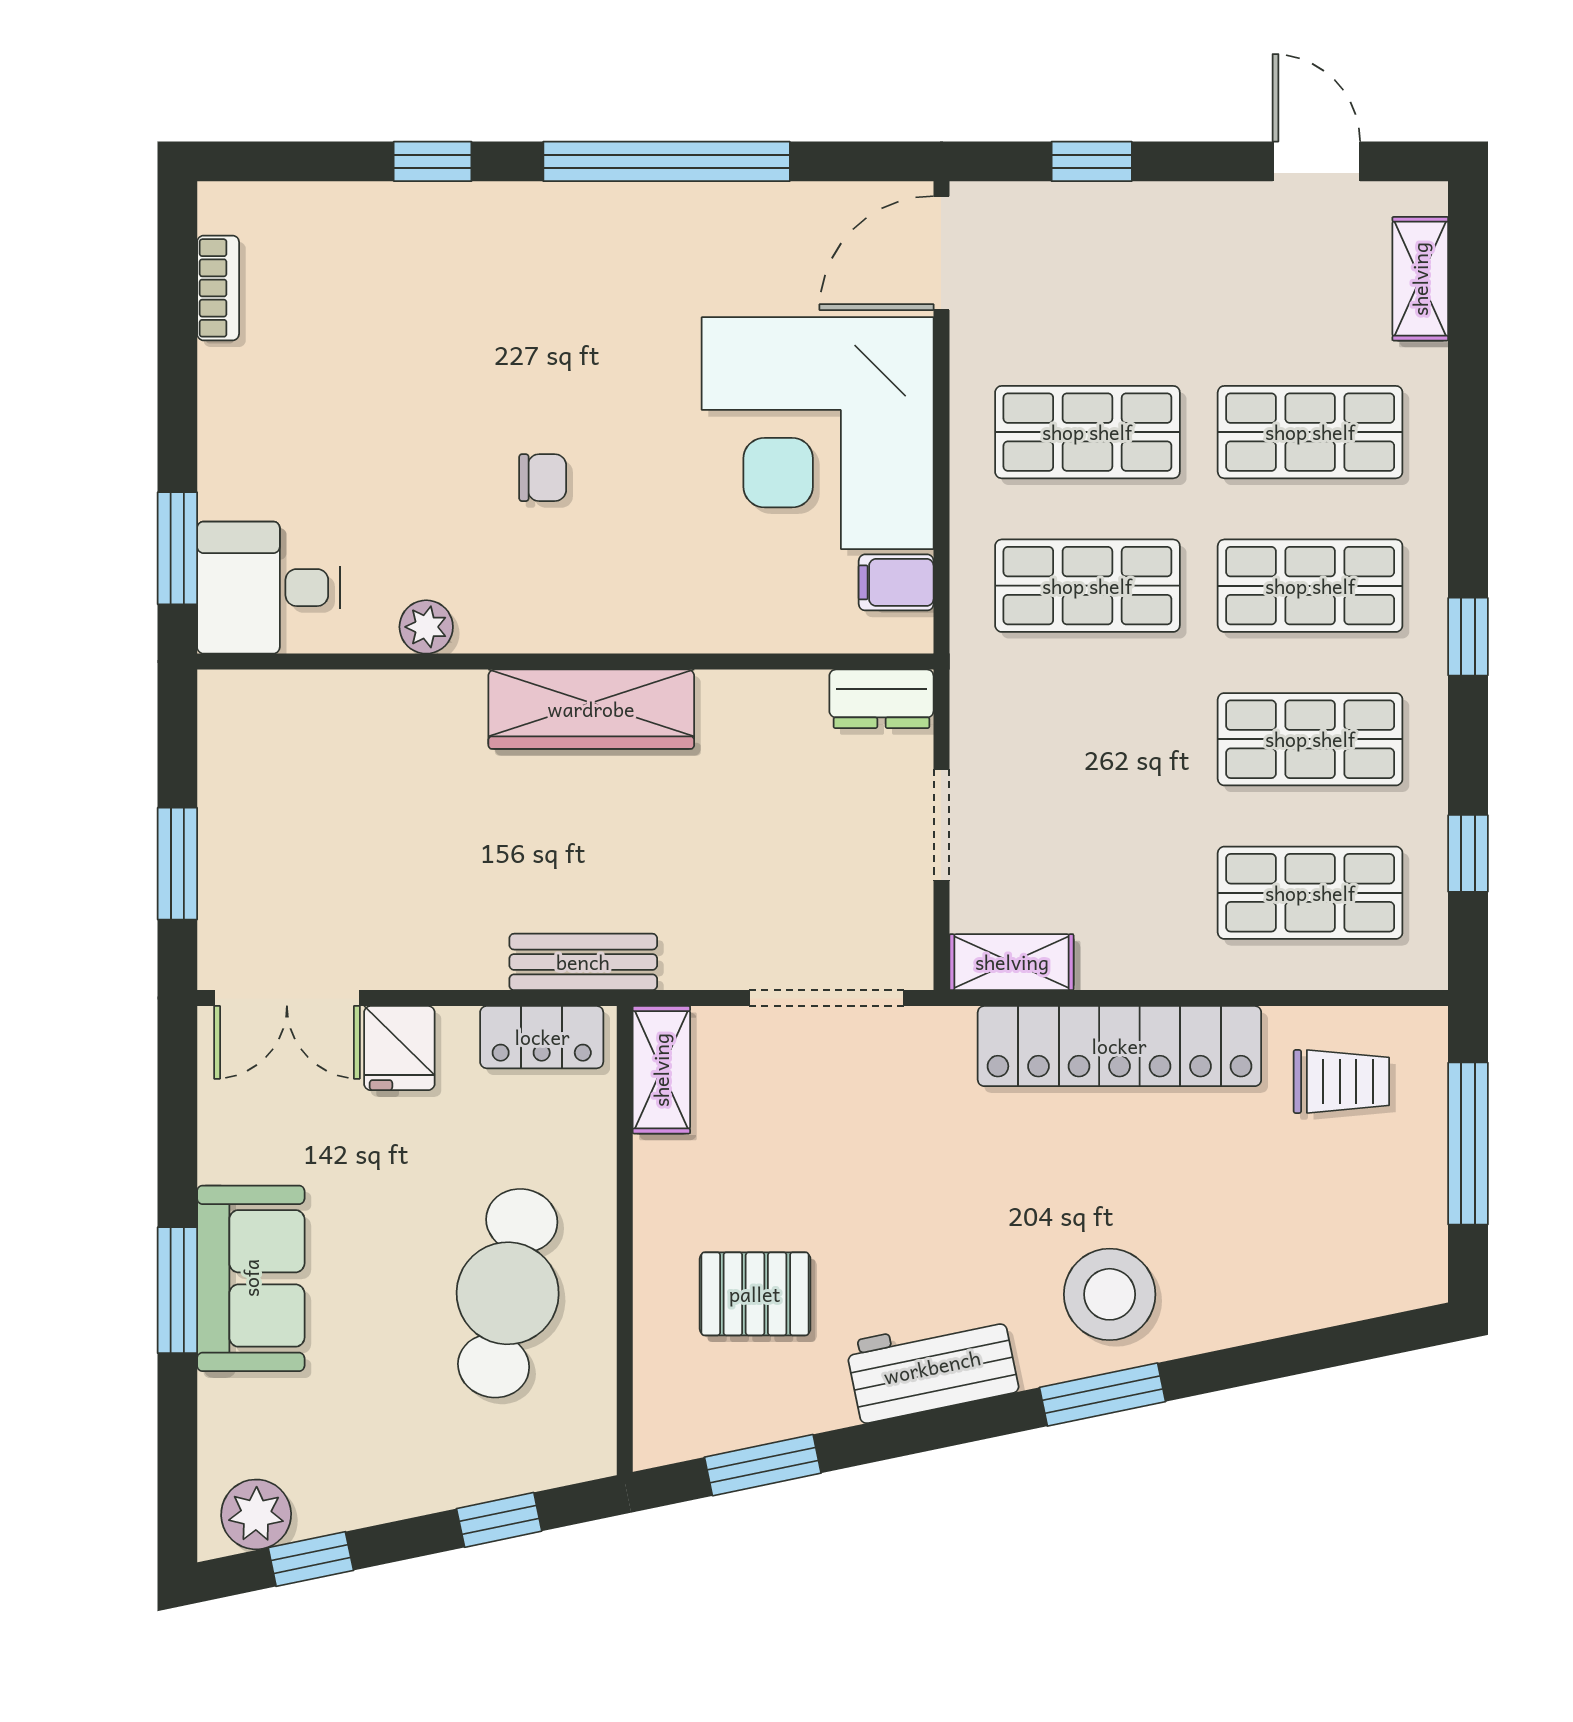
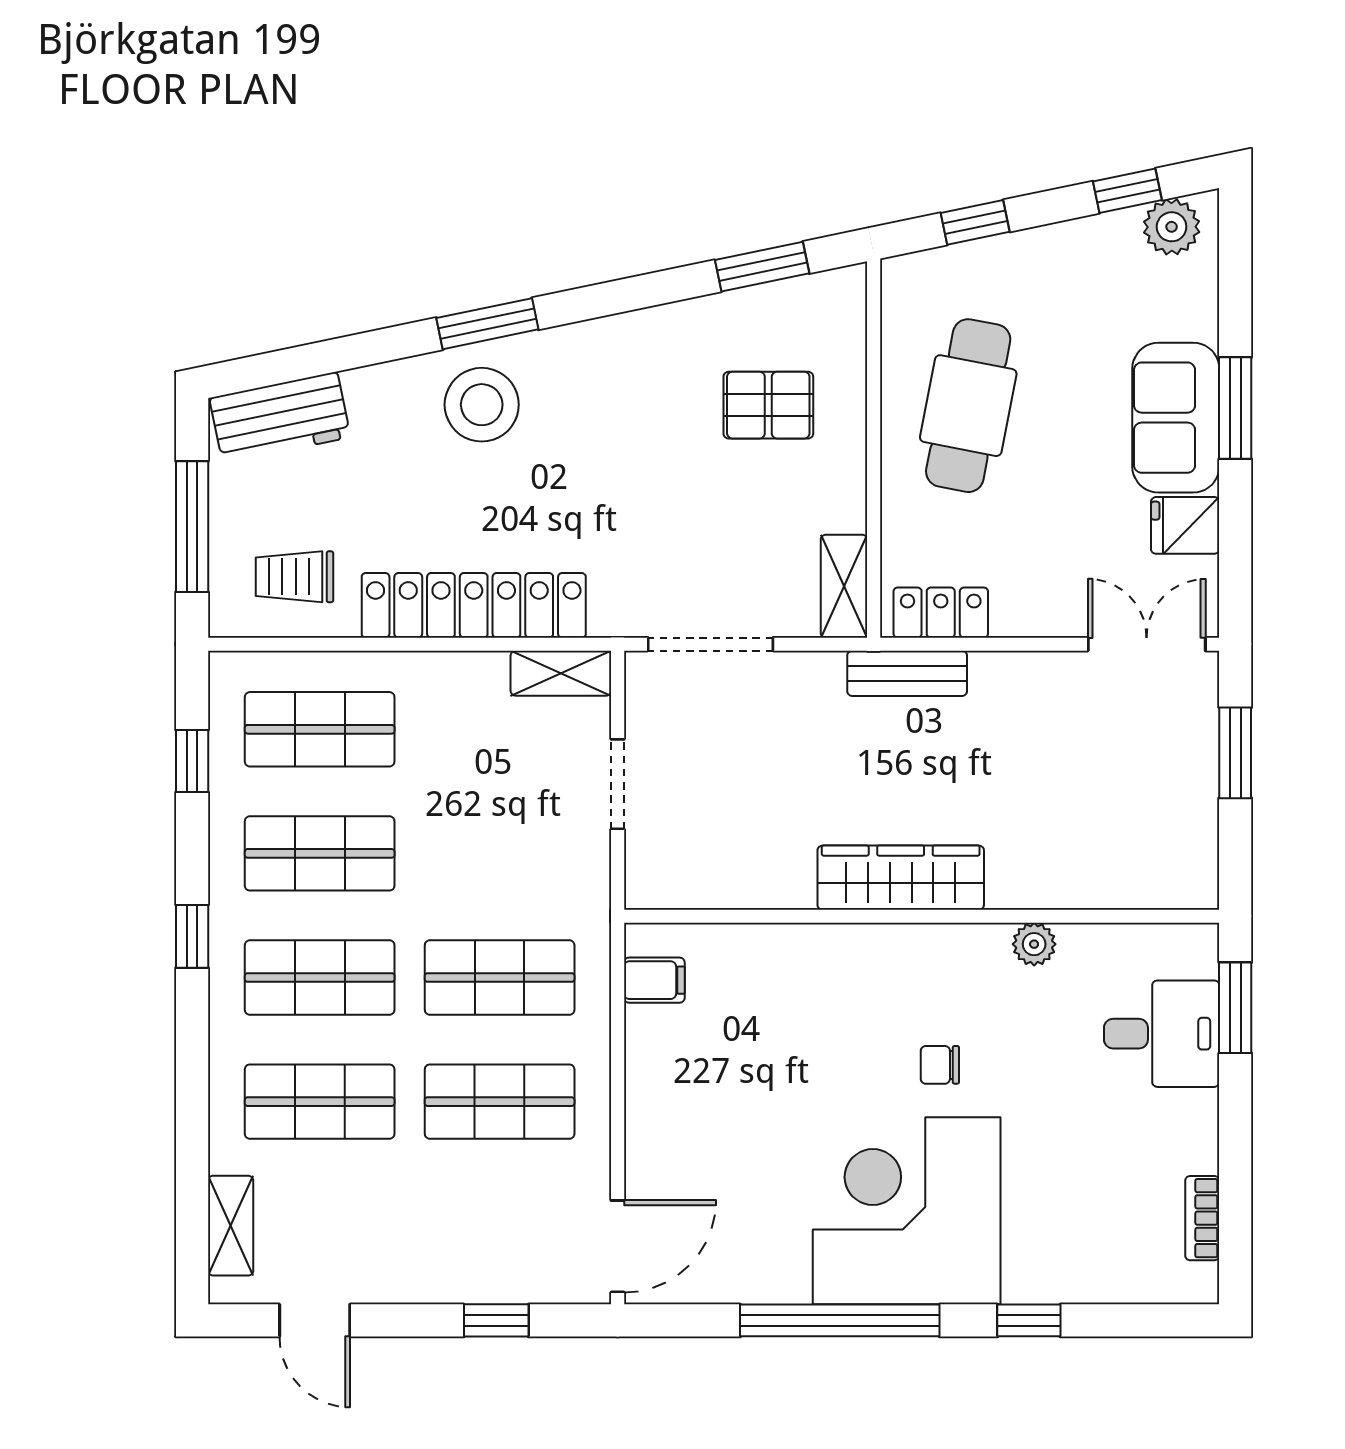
corner desk: (818, 433) -> (907, 1211), moved, turned -90
desk: (268, 588) -> (1162, 1034), moved
dresser: (881, 699) -> (666, 886), removed
fridge: (399, 1048) -> (1185, 525), moved, turned -90
workbench: (932, 1367) -> (280, 418), moved

